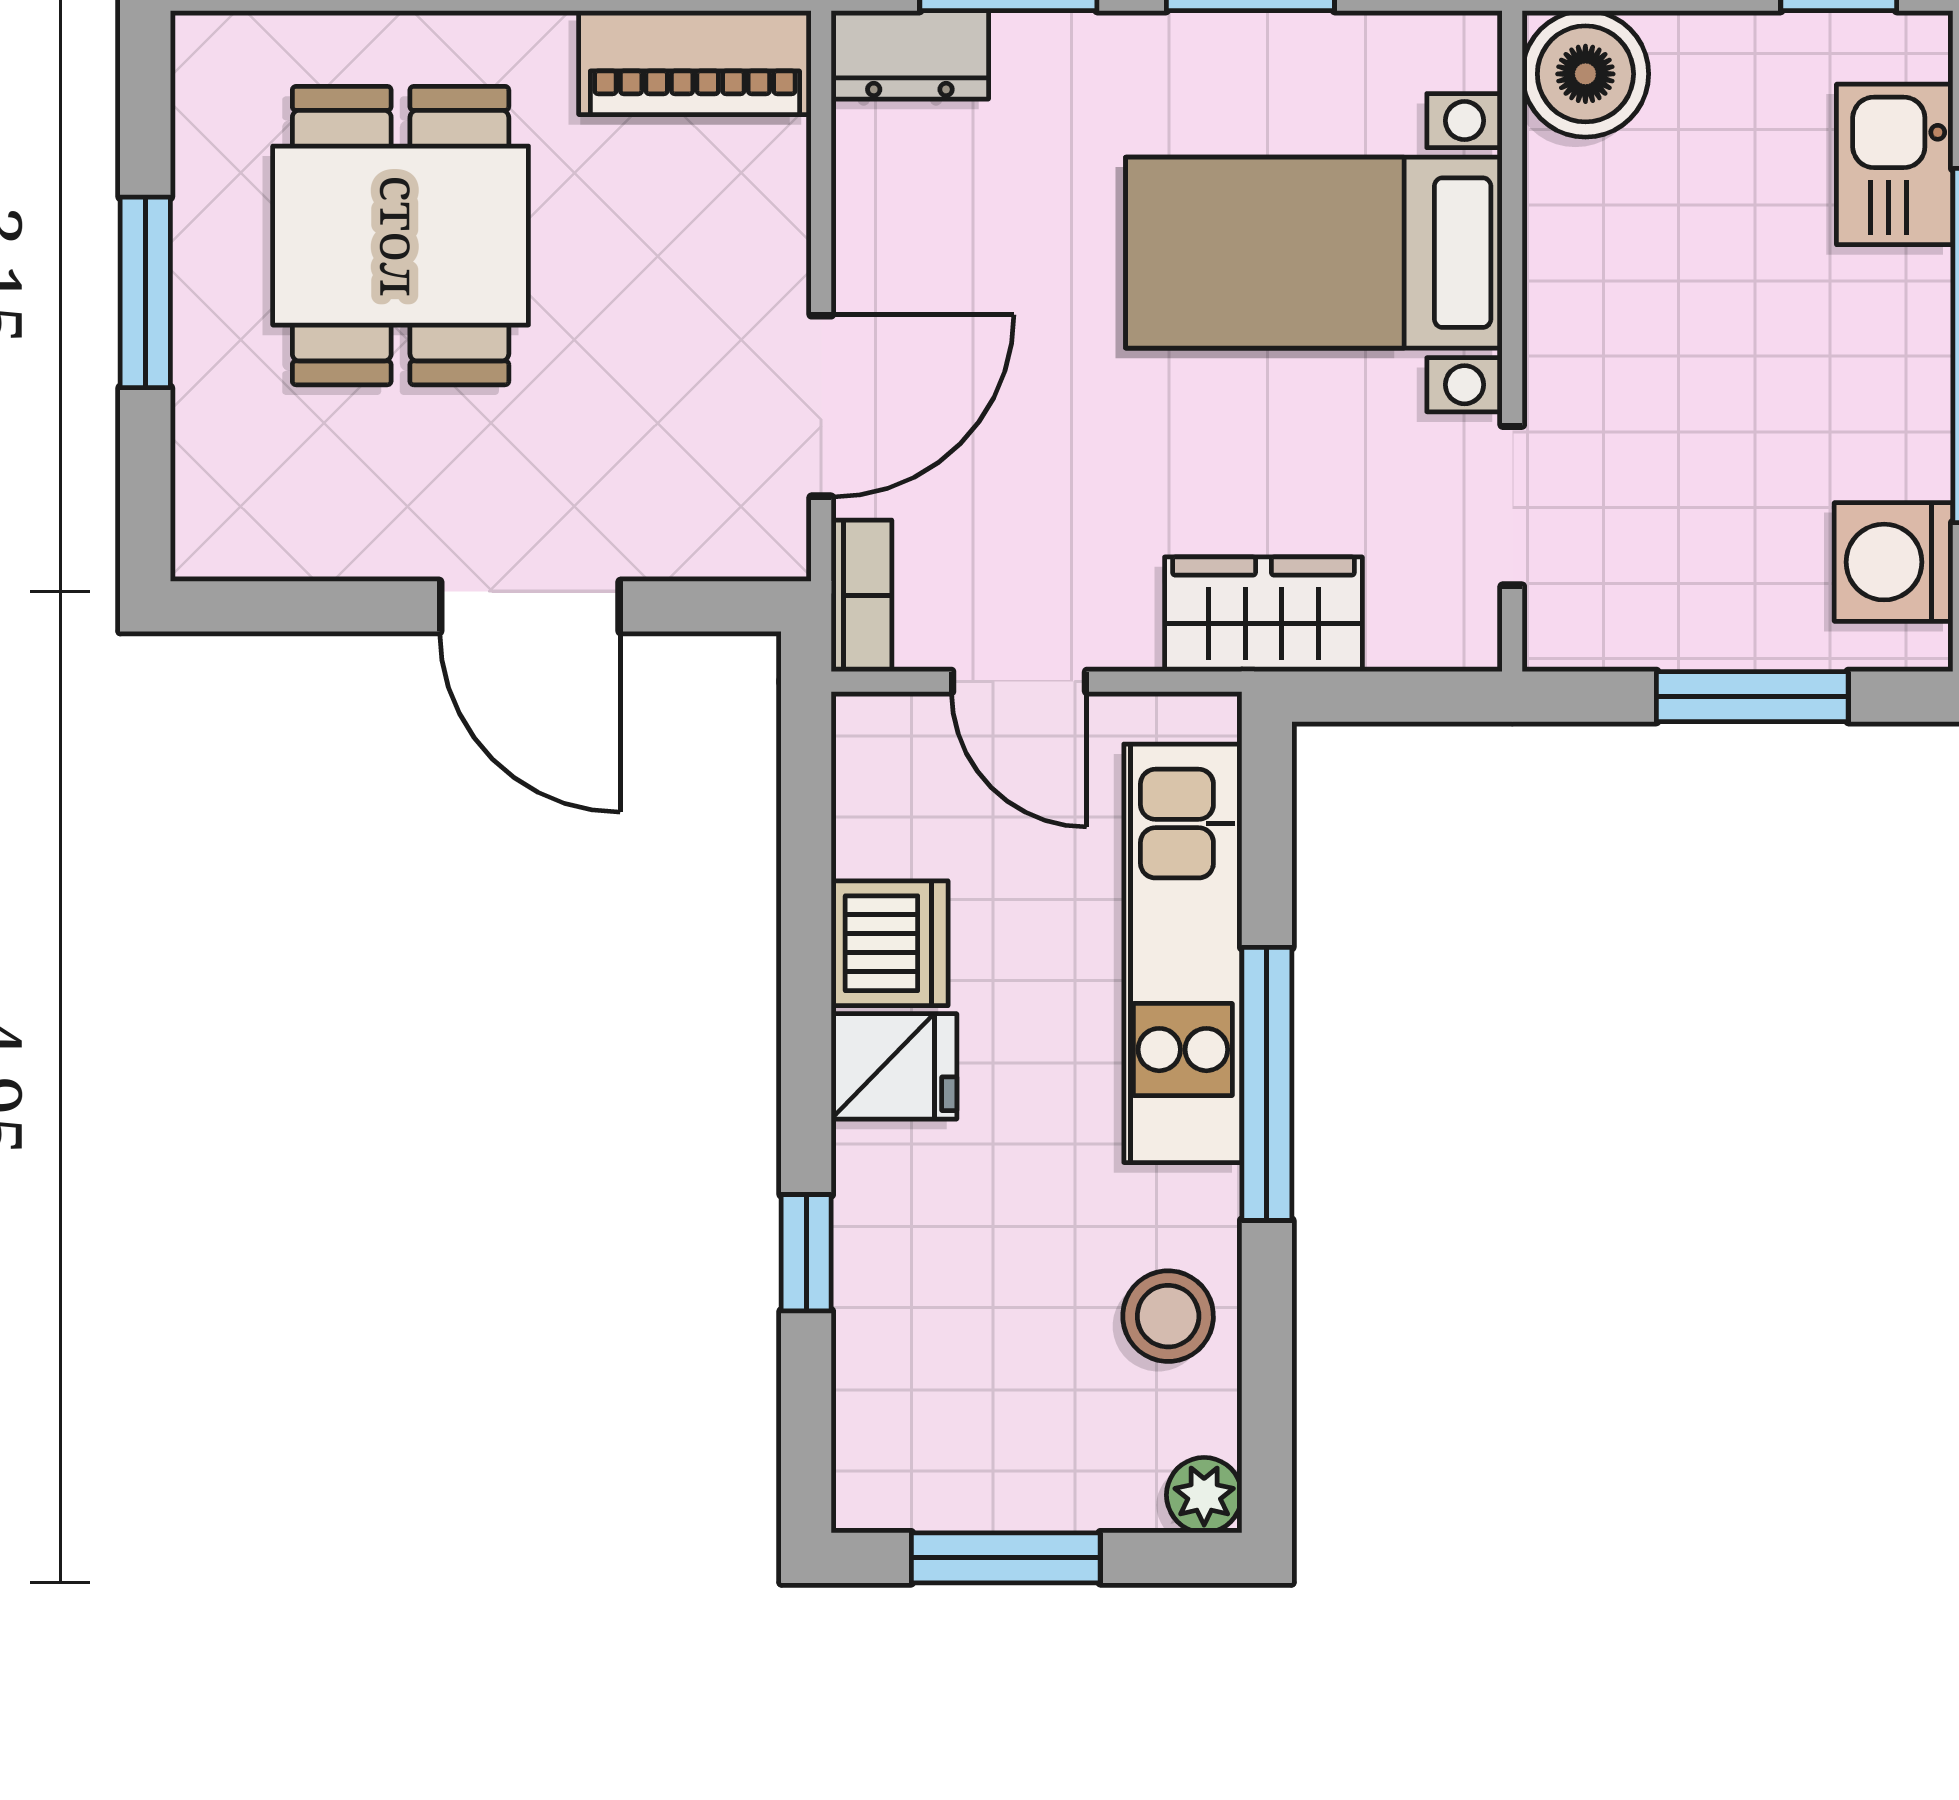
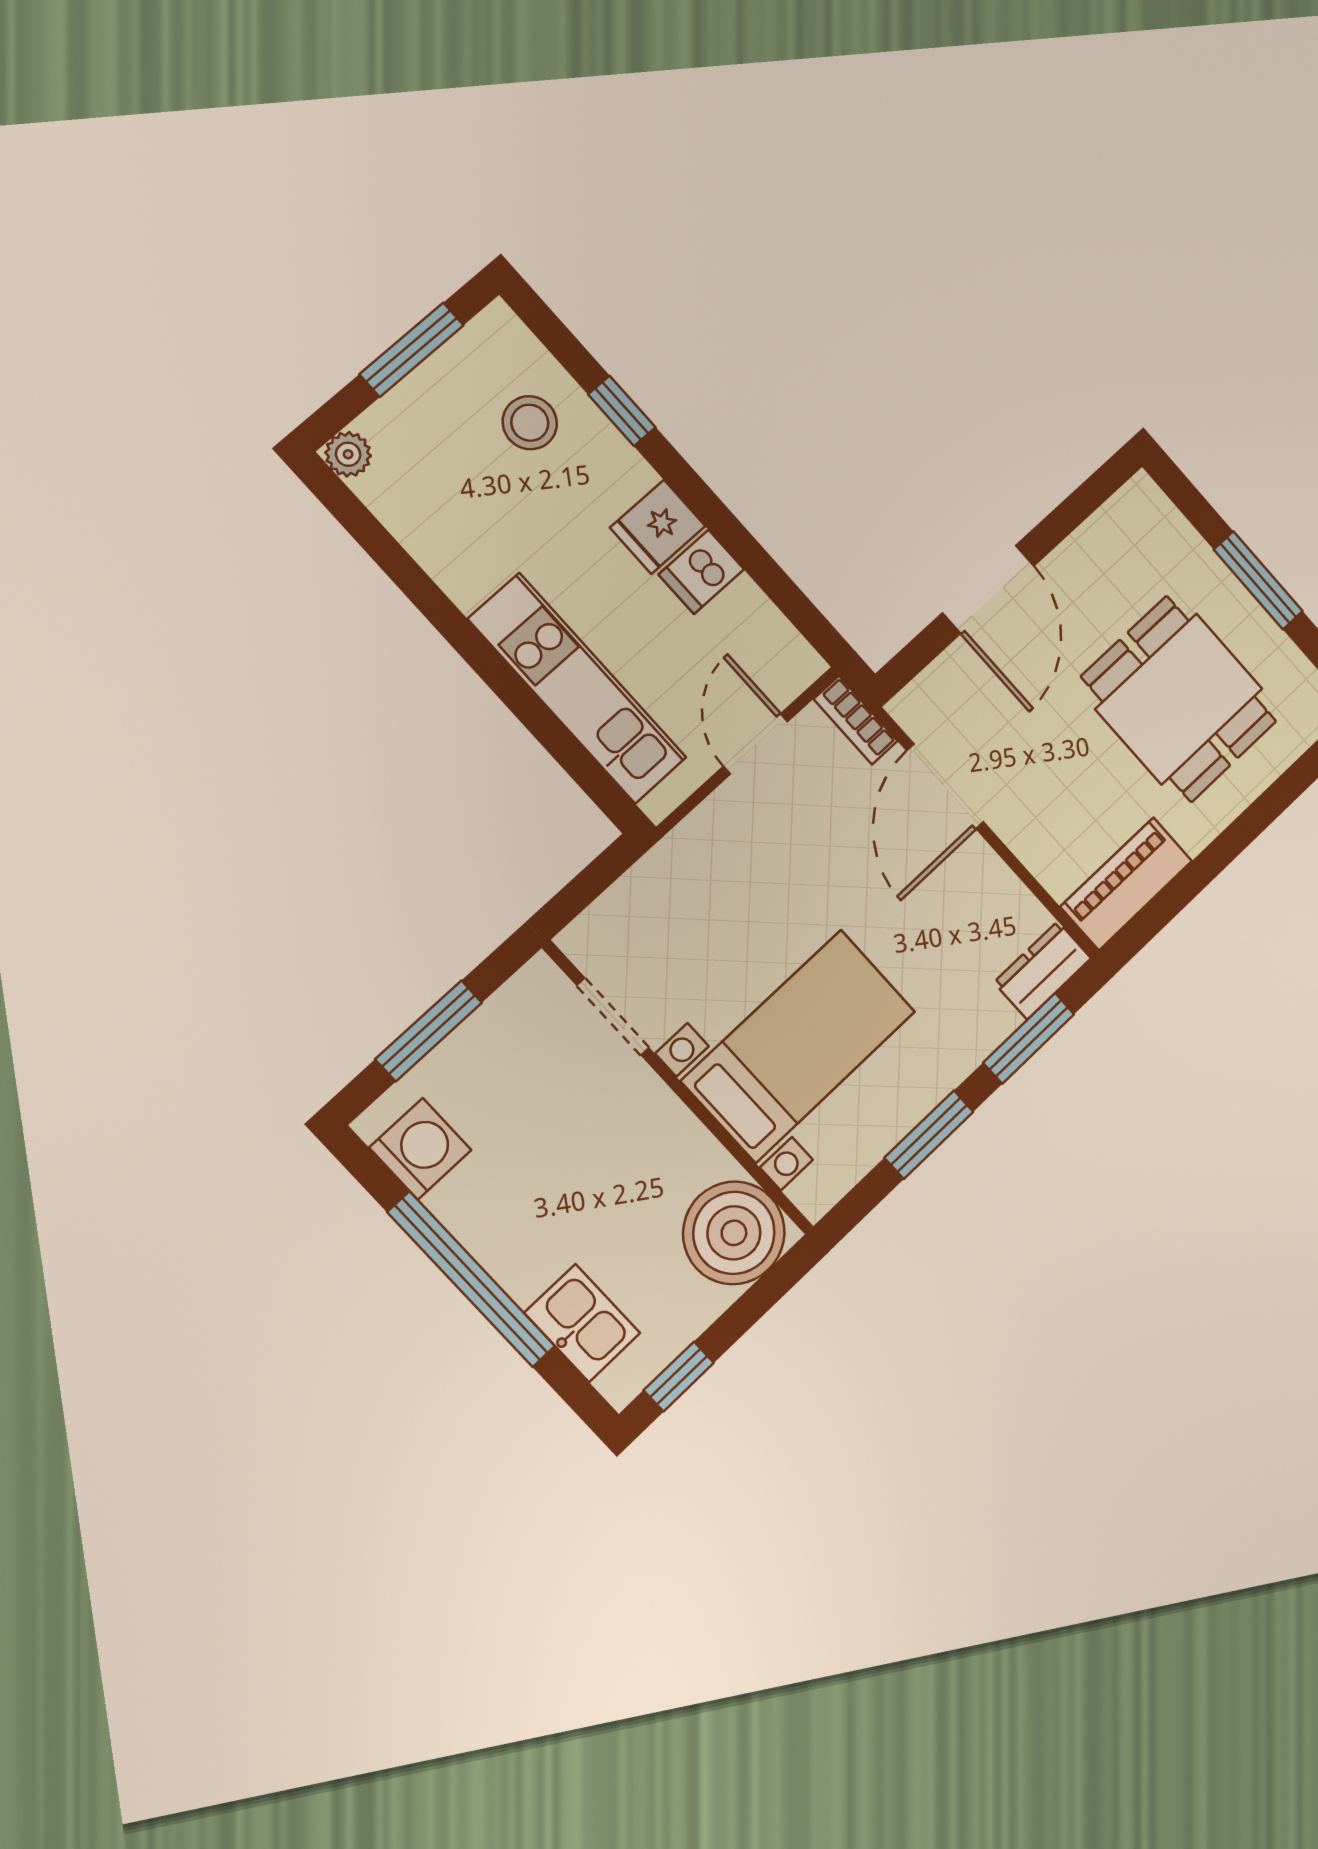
boiler: (1585, 74) -> (734, 1233), width x1.37, depth x1.37
door: (530, 606) -> (988, 589), swing flipped
wardrobe: (1263, 614) -> (678, 869), removed
door: (1019, 682) -> (756, 744), hinge flipped
dishwasher: (890, 943) -> (701, 572), width x0.73
window: (1267, 1084) -> (488, 663), removed
stool: (1168, 1316) -> (530, 423), moved

